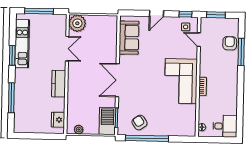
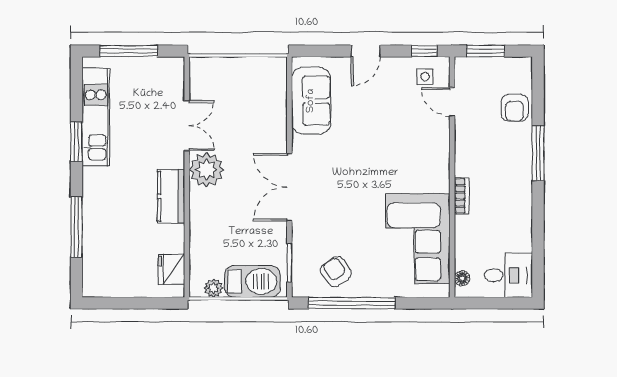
plant: (77, 23) -> (206, 170), moved
armchair: (230, 43) -> (515, 108), turned 180
window: (241, 52) -> (538, 153), moved
corner sofa: (181, 81) -> (418, 239), moved
barbecue: (107, 121) -> (252, 281), moved, turned 90

